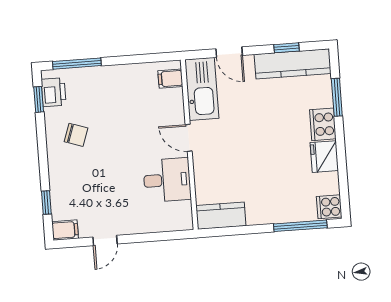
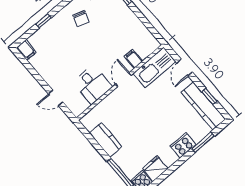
filing cabinet: (170, 79) -> (134, 59), moved
fridge: (324, 157) -> (155, 169), moved
window: (46, 202) -> (44, 21), moved
kitchen counter: (221, 216) -> (106, 140), moved
door: (105, 240) -> (56, 98), moved

